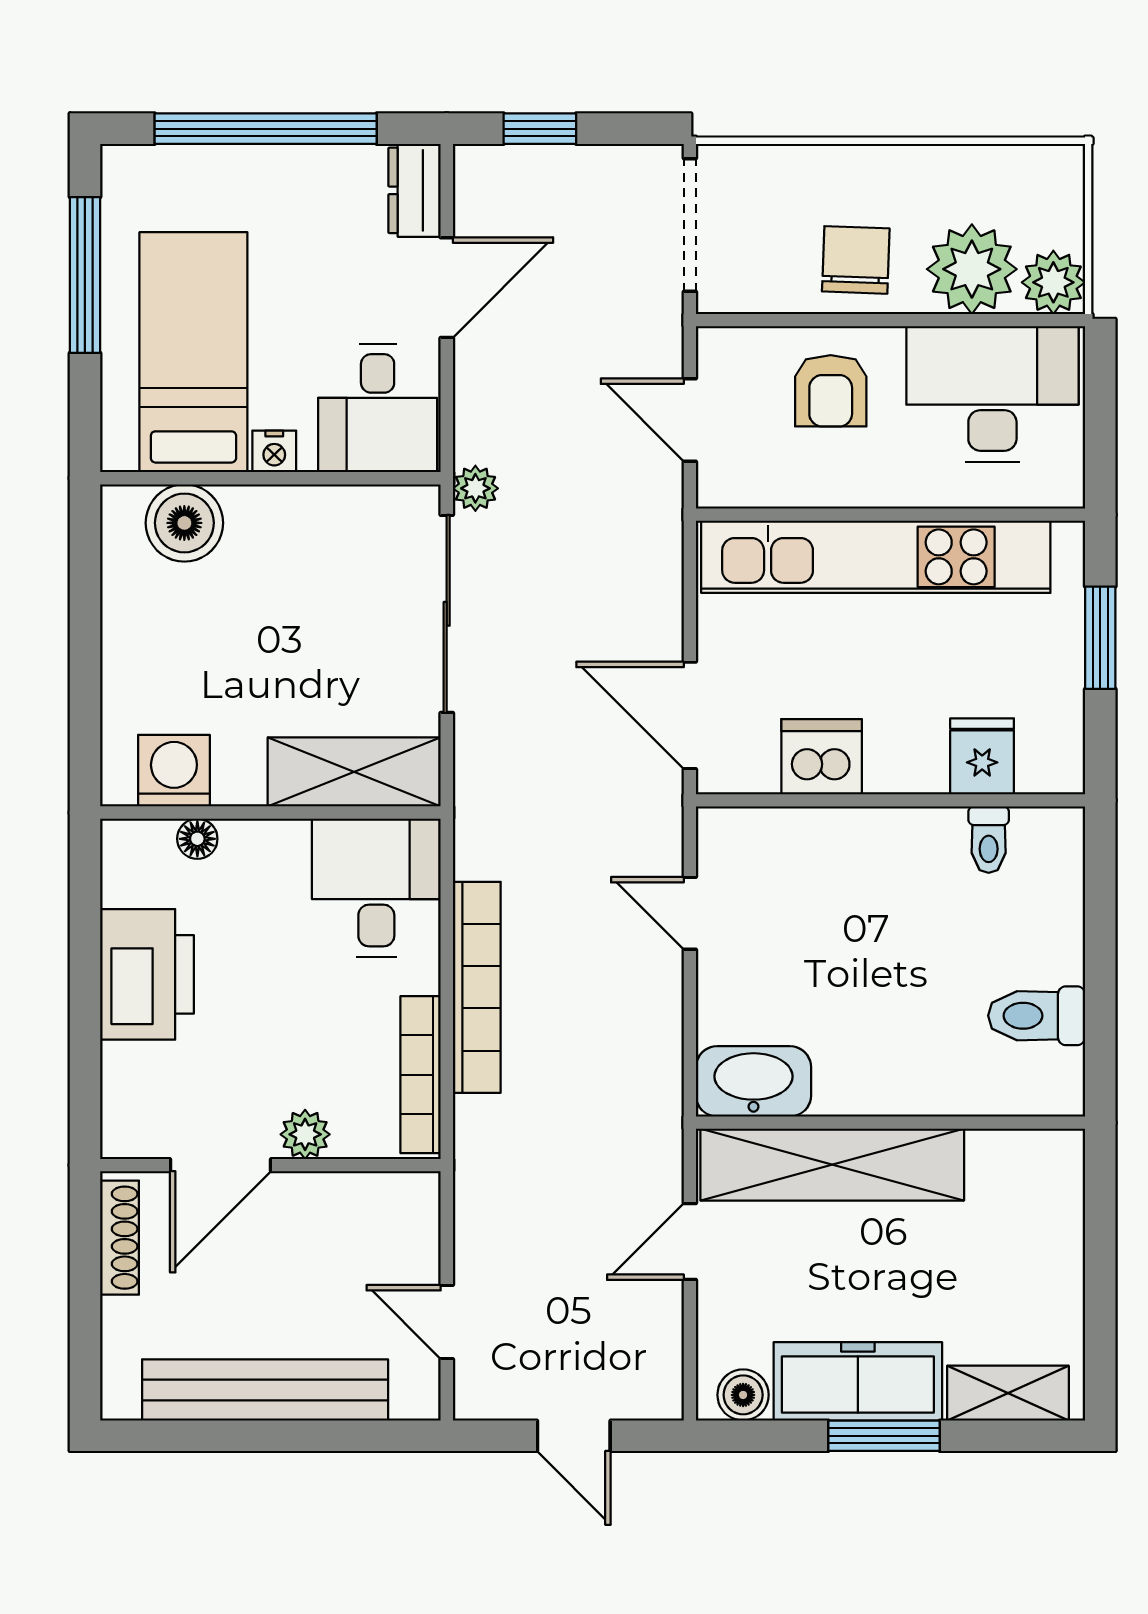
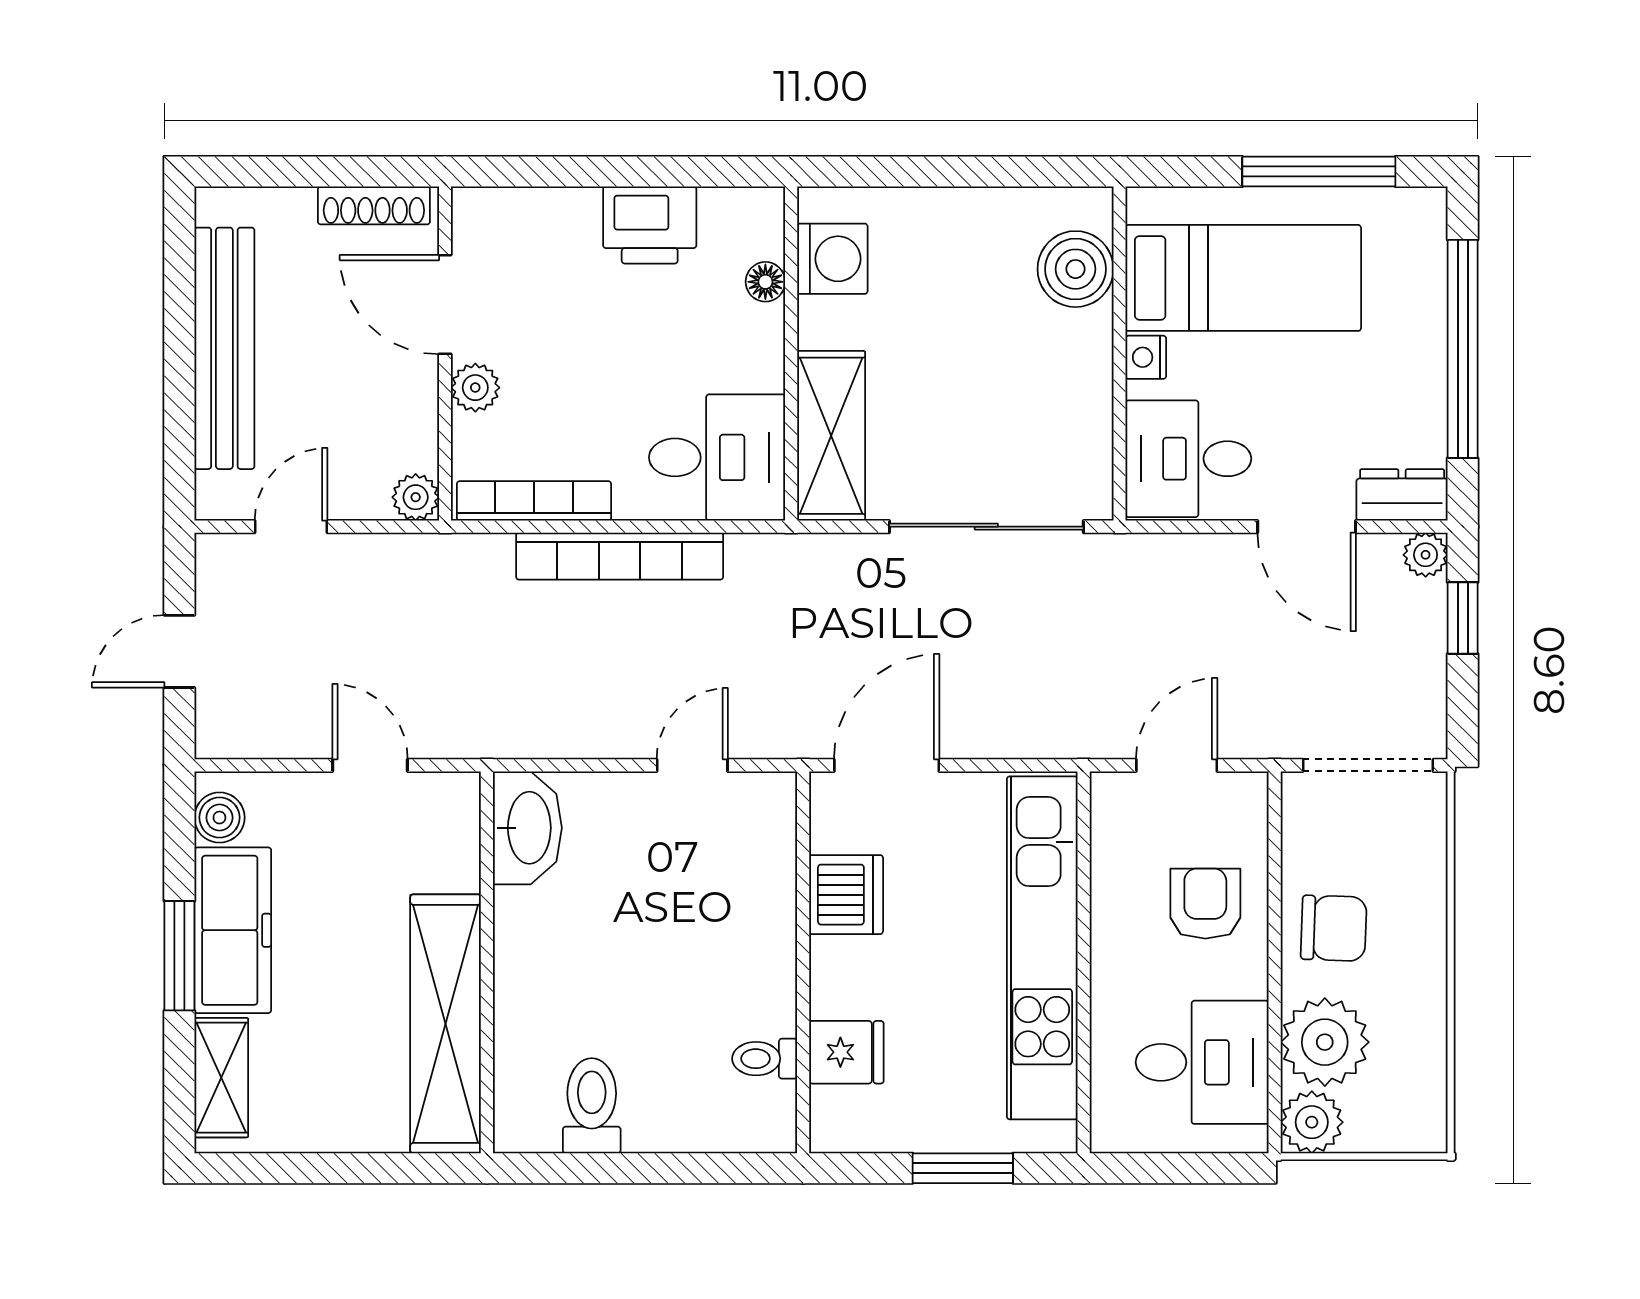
armchair: (831, 391) -> (1205, 904), turned 90
desk: (992, 394) -> (1202, 1062), width x0.73
plant: (475, 488) -> (1426, 555), moved
printer: (147, 974) -> (650, 225), width x0.73, depth x0.84
shelving: (832, 1165) -> (446, 1024), moved
plant: (417, 1195) -> (416, 497), added

